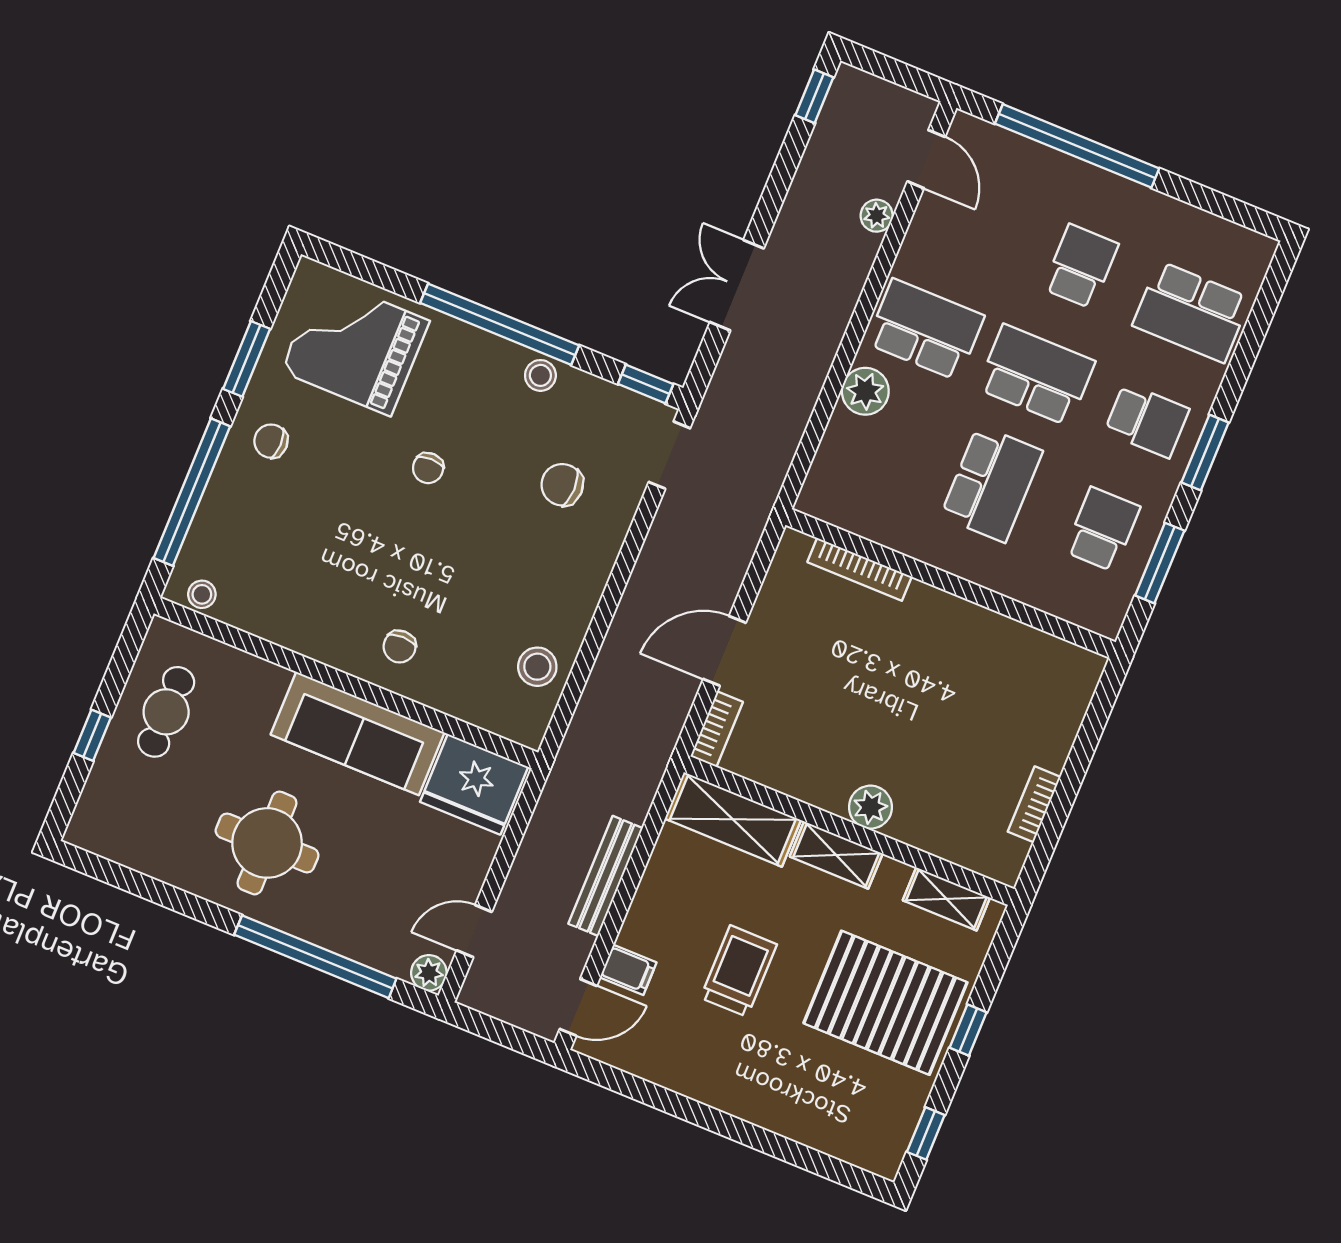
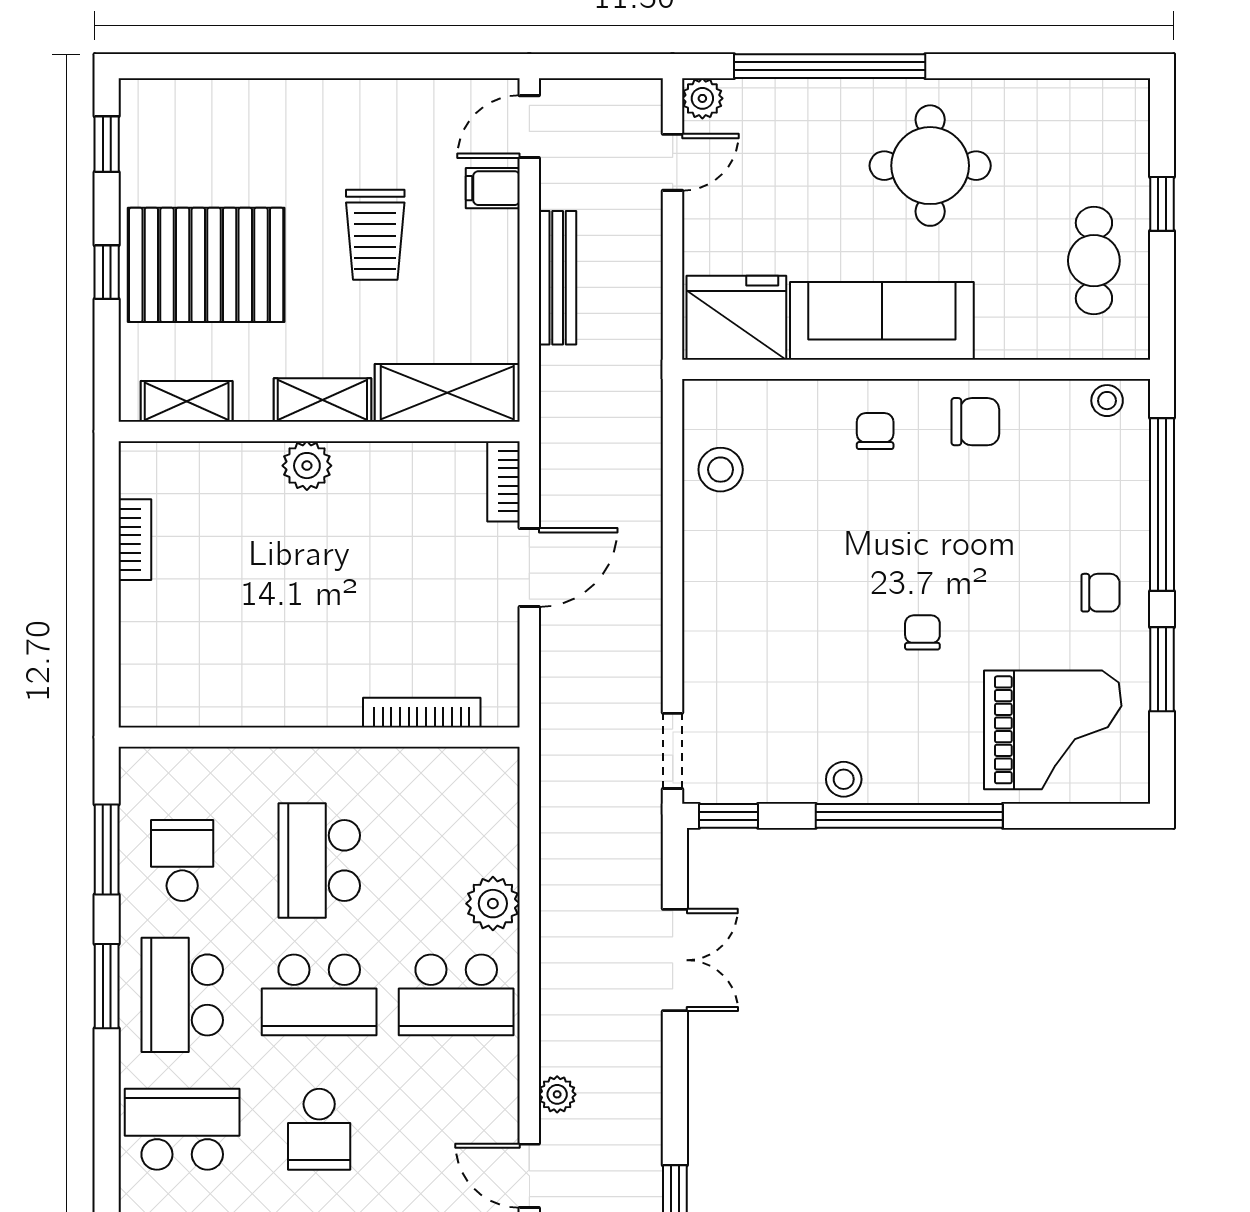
school desk: (1147, 420) -> (182, 995), width x1.85
chair: (562, 485) -> (975, 422), moved
school desk: (1102, 529) -> (182, 861), turned 180

